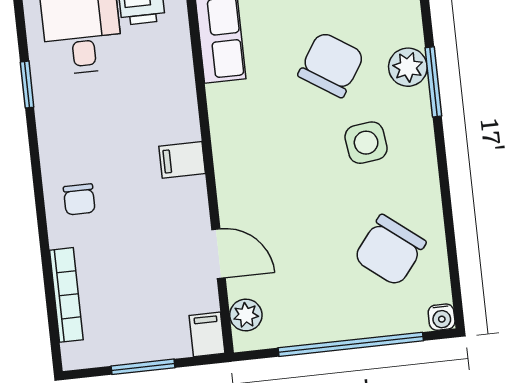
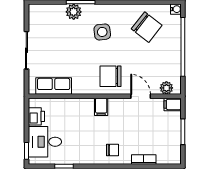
chair: (331, 65) -> (111, 76), moved, turned -33
door: (219, 254) -> (141, 96), hinge flipped
bookcase: (66, 295) -> (144, 159), width x0.64

